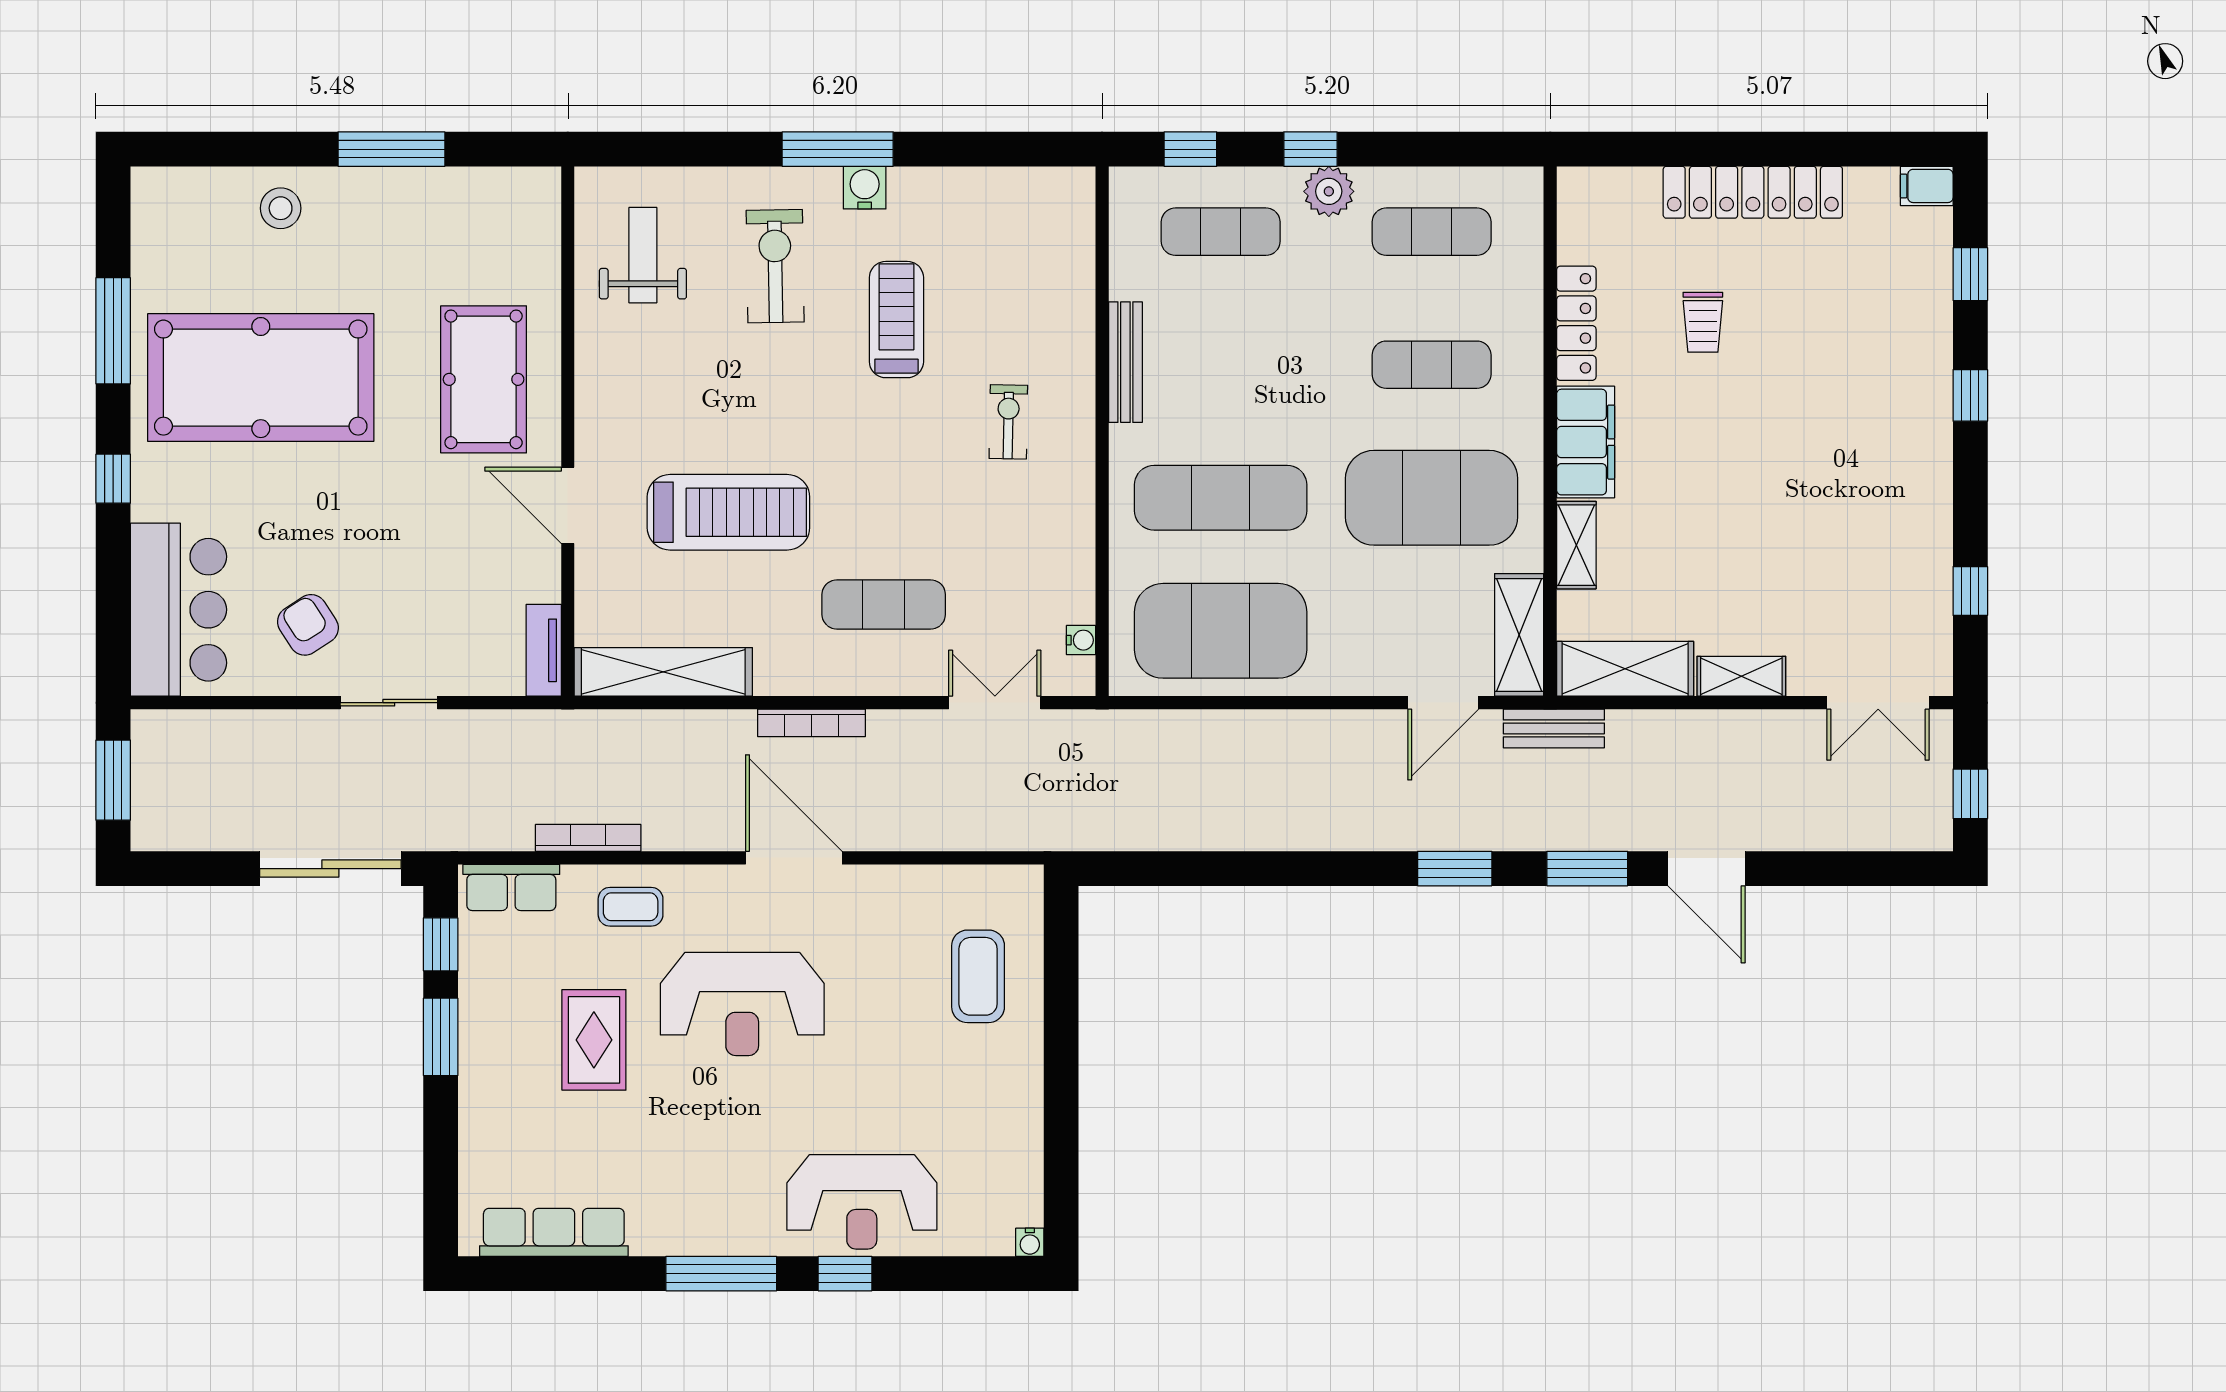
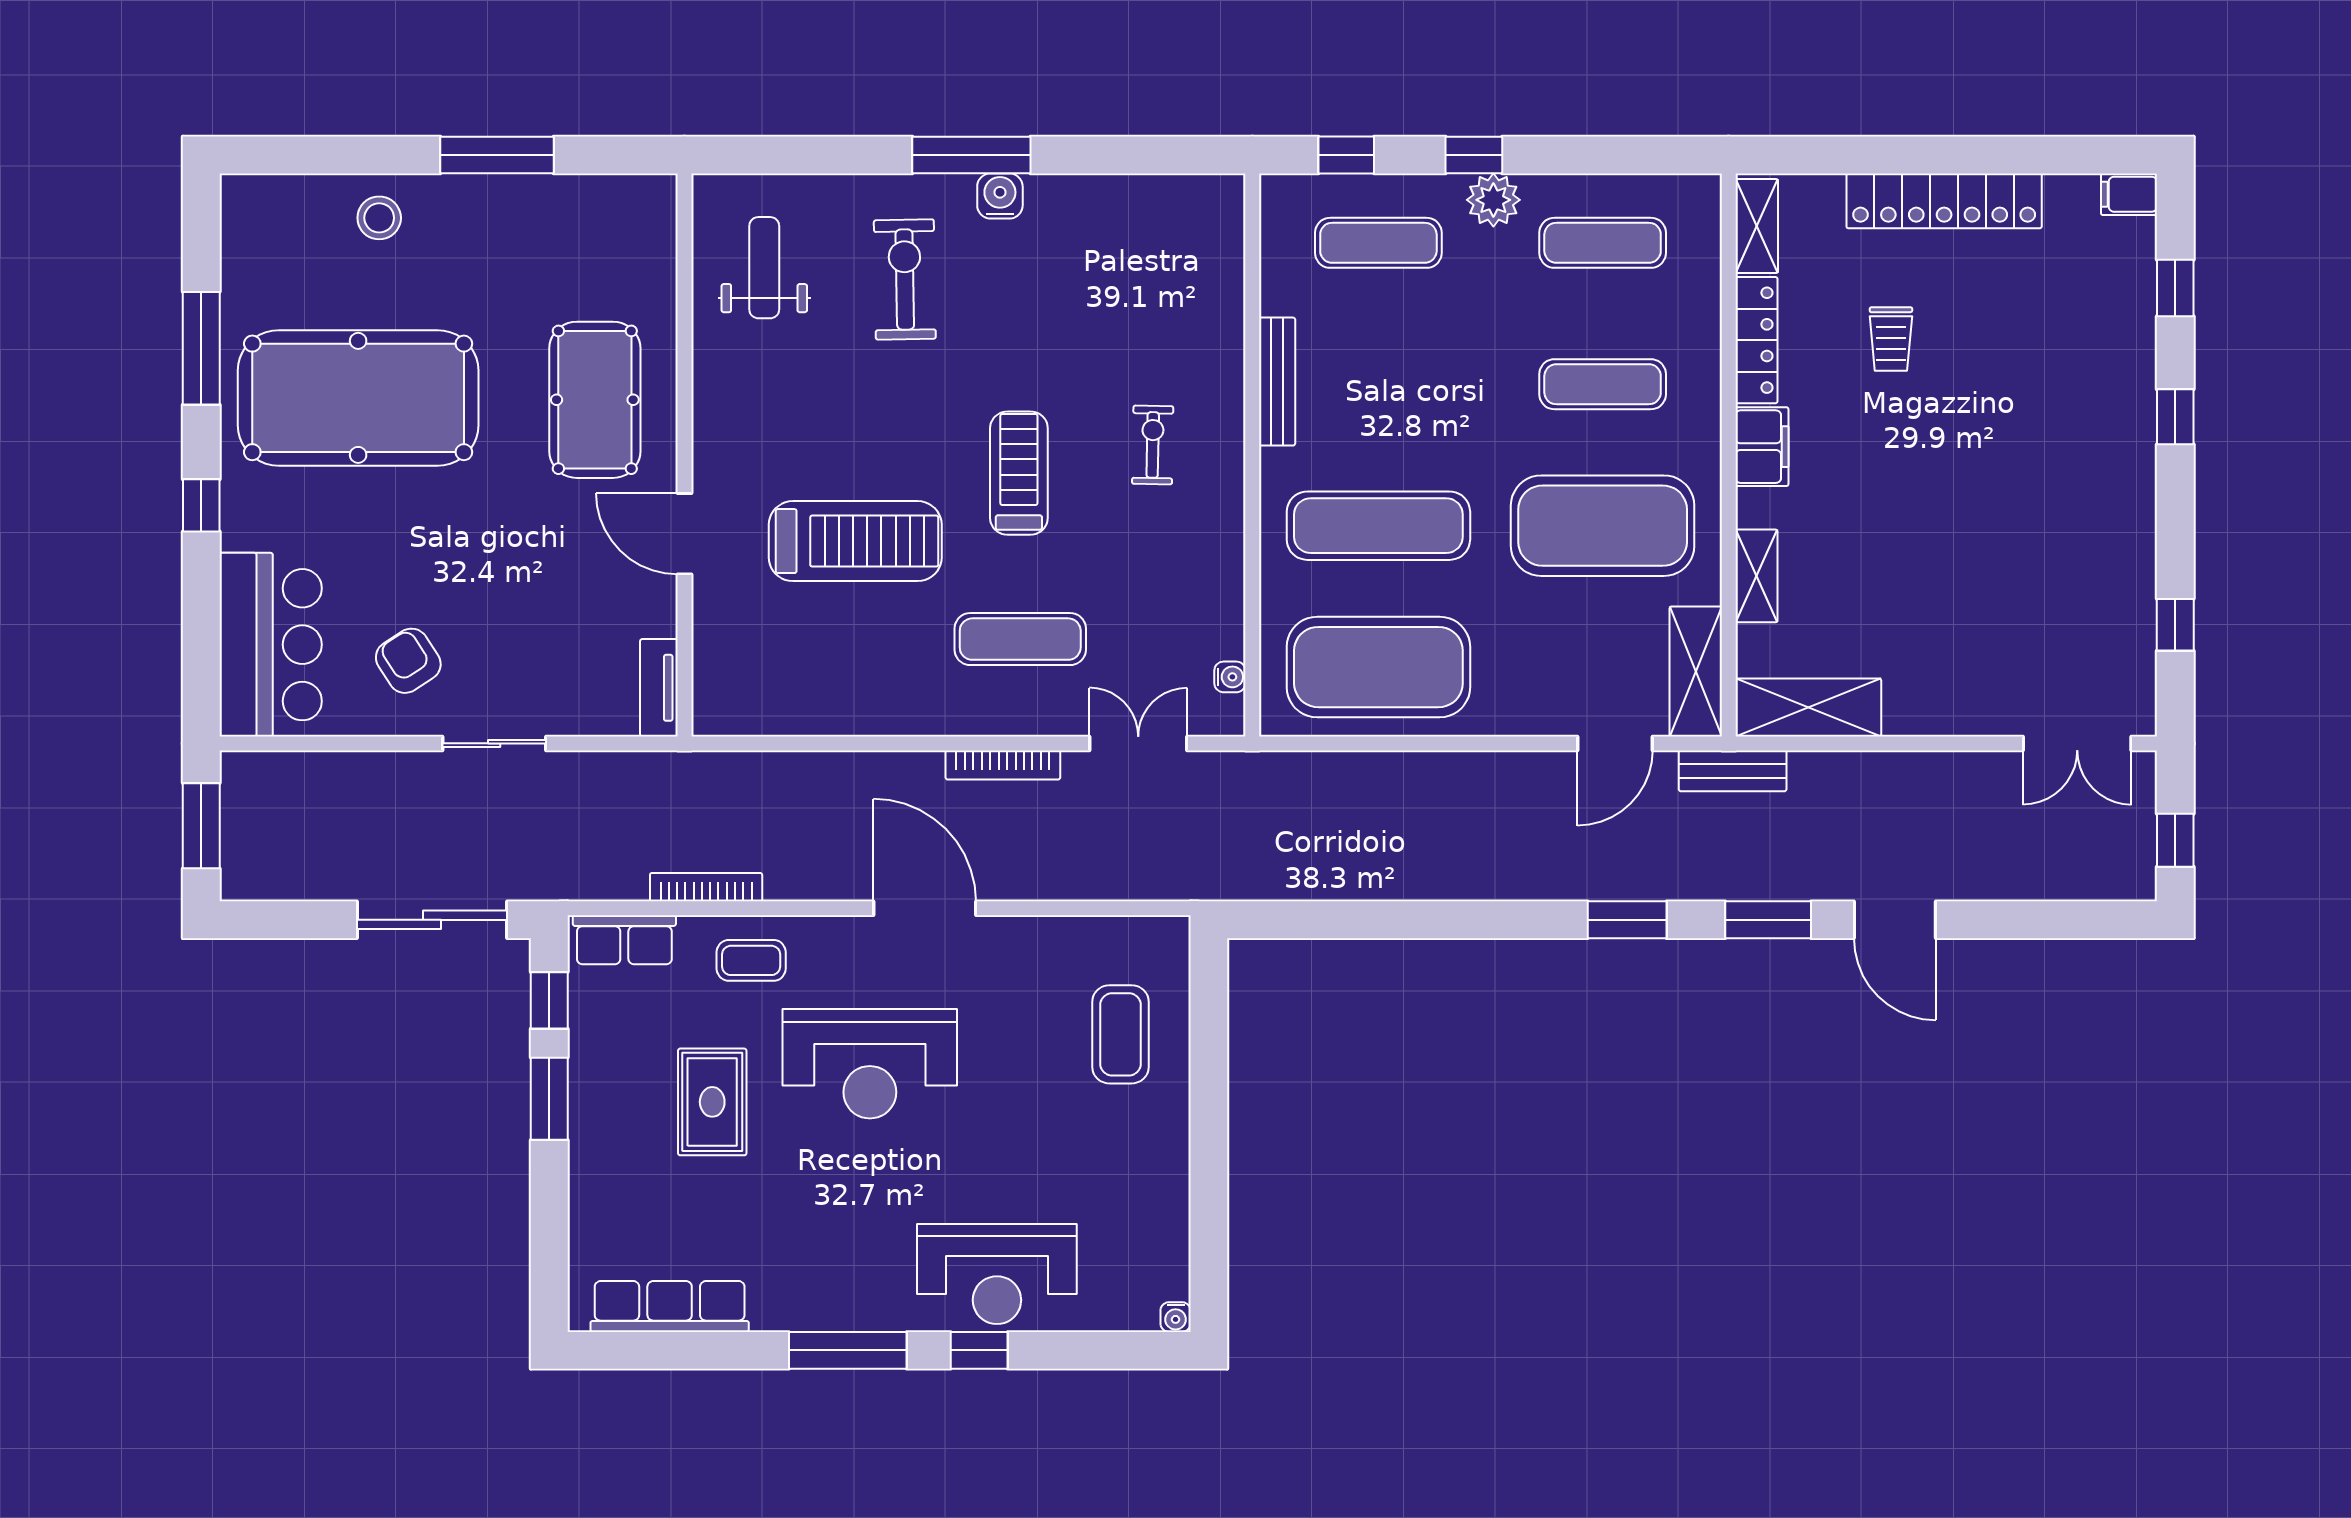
treadmill: (896, 320) -> (1019, 473), moved
filing cabinet: (1586, 442) -> (1762, 447), width x0.67, depth x0.86
shelving: (663, 672) -> (786, 711), removed
shelving: (1741, 676) -> (1757, 226), moved, turned 90
bookcase: (812, 723) -> (1003, 765), moved

